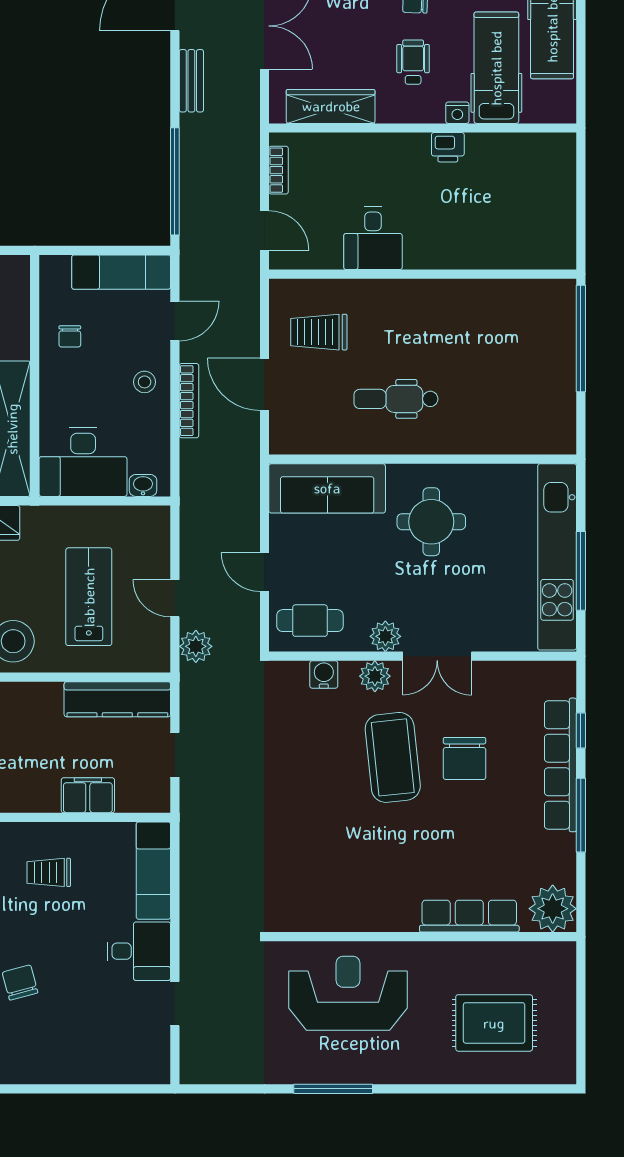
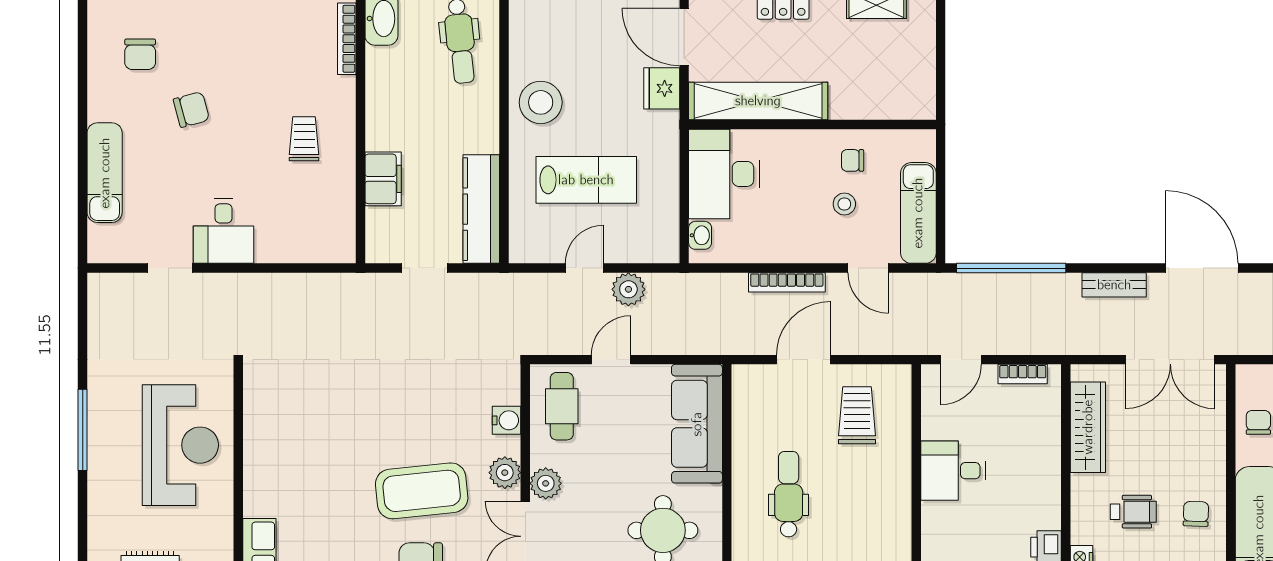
stool: (145, 382) -> (844, 204), moved
plant: (196, 646) -> (628, 289), moved
exam couch: (153, 871) -> (105, 173), moved, turned 90

